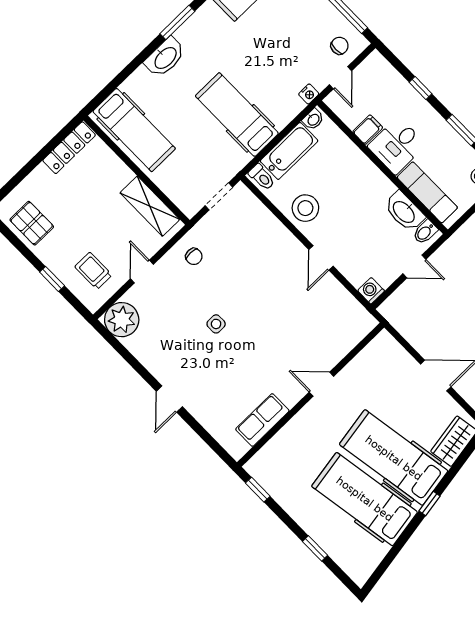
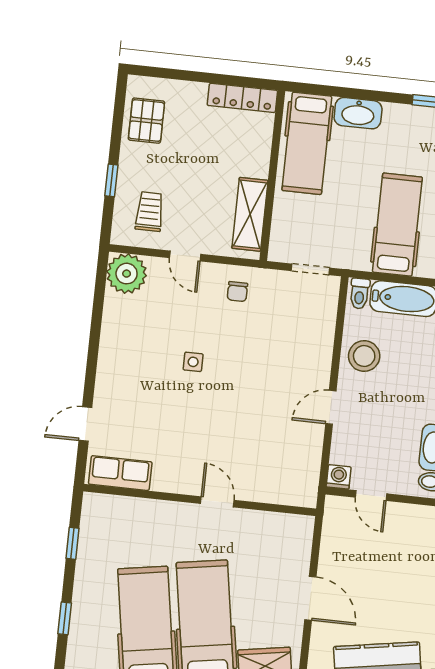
washbasin: (165, 57) -> (358, 113), moved
door: (414, 267) -> (371, 496), moved
door: (142, 271) -> (185, 256), swing flipped
door: (169, 399) -> (85, 424), moved
row of seats: (262, 420) -> (120, 473), moved
window: (258, 490) -> (73, 543), moved

